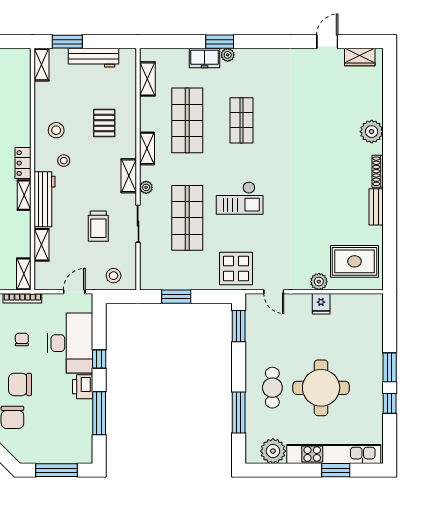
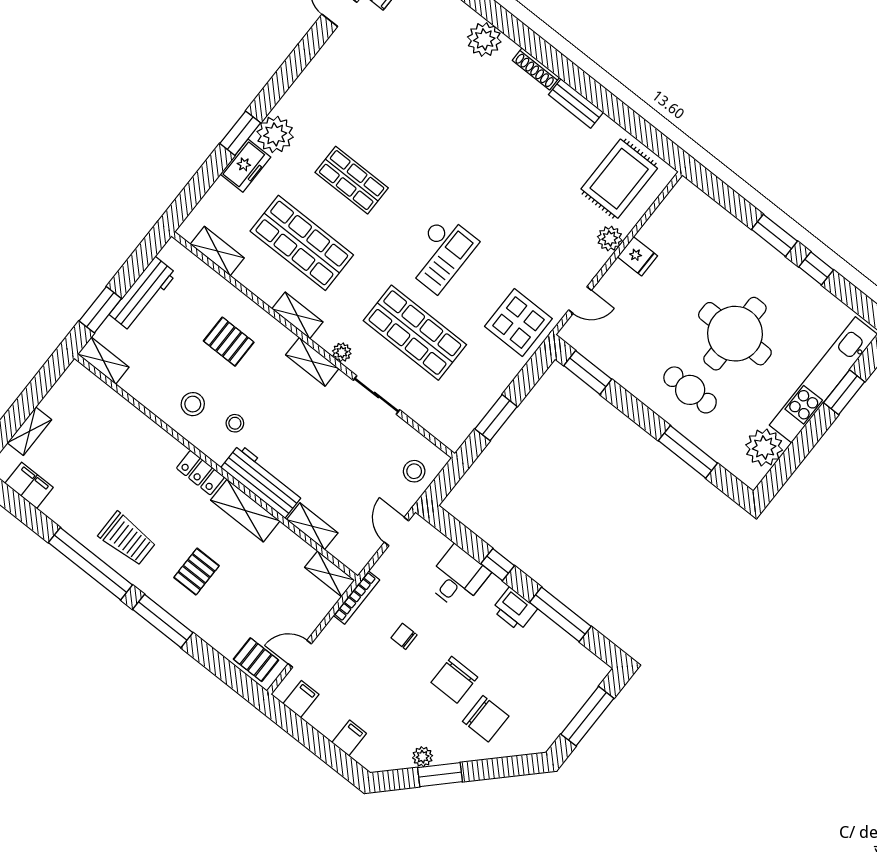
plant: (228, 55) -> (275, 134), width x1.88, depth x1.88
shelving: (24, 195) -> (245, 511), width x1.50, depth x1.33
trolley: (98, 226) -> (343, 443), removed
desk: (70, 343) -> (457, 578), width x0.53, depth x0.77

